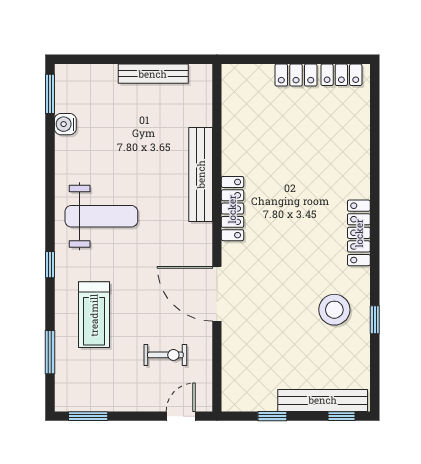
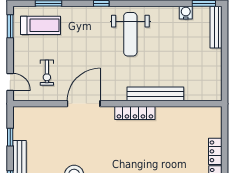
bench: (153, 74) -> (216, 27), moved
treadmill: (94, 315) -> (40, 25), moved, turned 180

